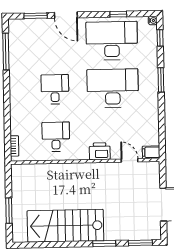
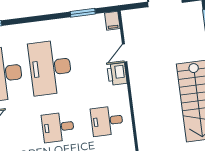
window: (161, 80) -> (83, 13), moved
door: (130, 160) -> (125, 53), moved

